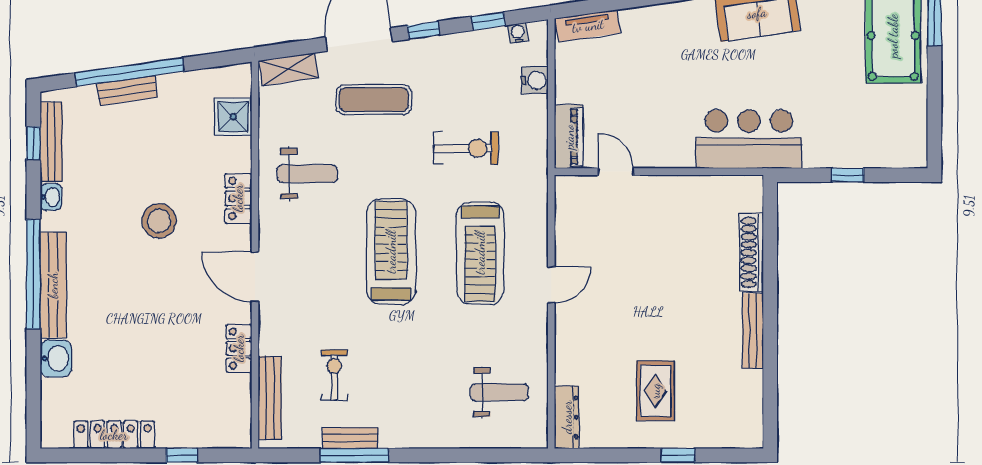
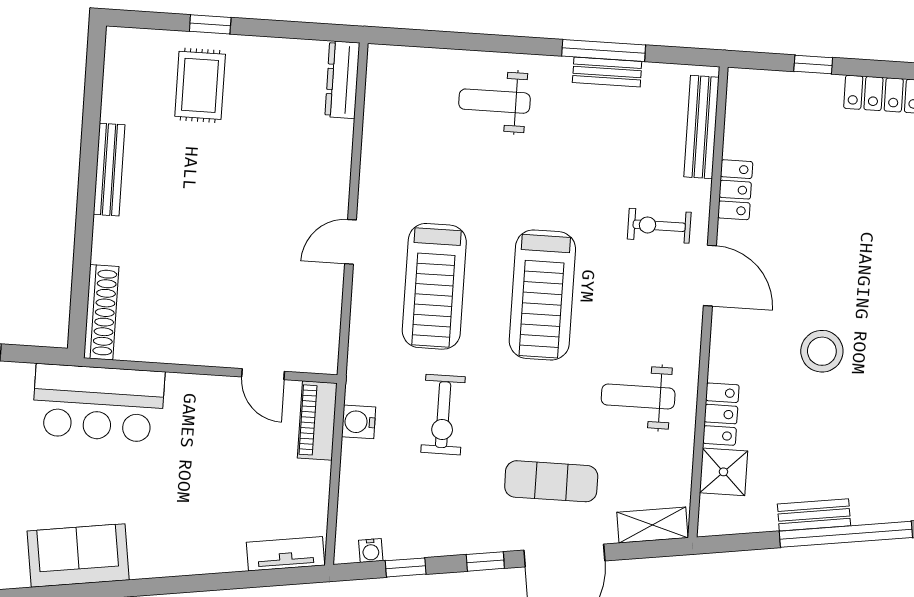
water cooler: (535, 80) -> (359, 422), moved
bench: (127, 91) -> (814, 515), moved
exercise bike: (466, 148) -> (443, 415), turned -90
locker: (238, 198) -> (721, 414), moved
shoe rack: (752, 252) -> (101, 312), moved
treadmill: (480, 253) -> (434, 286), turned 180
exercise bike: (334, 375) -> (659, 226), moved, turned 90
rug: (655, 391) -> (200, 85), moved
weight bench: (499, 392) -> (495, 101), moved

